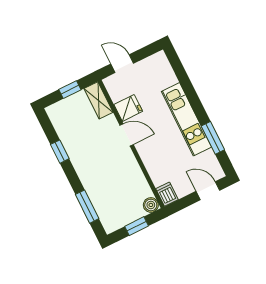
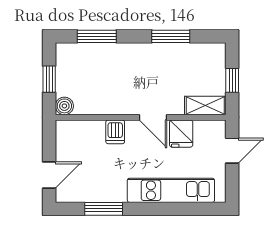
kitchen unit: (186, 119) -> (171, 190), moved
door: (127, 135) -> (153, 117), hinge flipped
window: (60, 152) -> (171, 36), width x1.50
dishwasher: (167, 194) -> (115, 132), moved, turned 90

